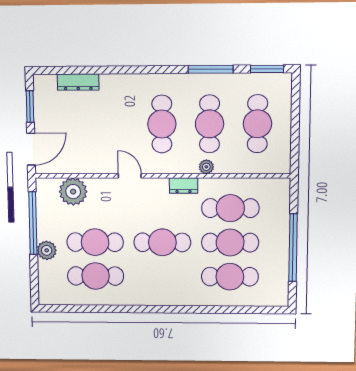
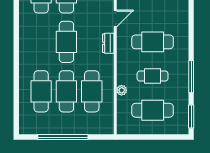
cafe table: (210, 124) -> (153, 76), width x0.73, depth x0.74
plant: (206, 167) -> (122, 90), moved
dresser: (184, 185) -> (108, 43), moved

